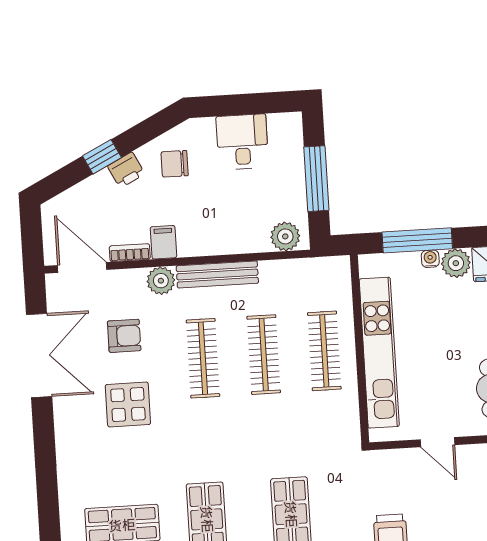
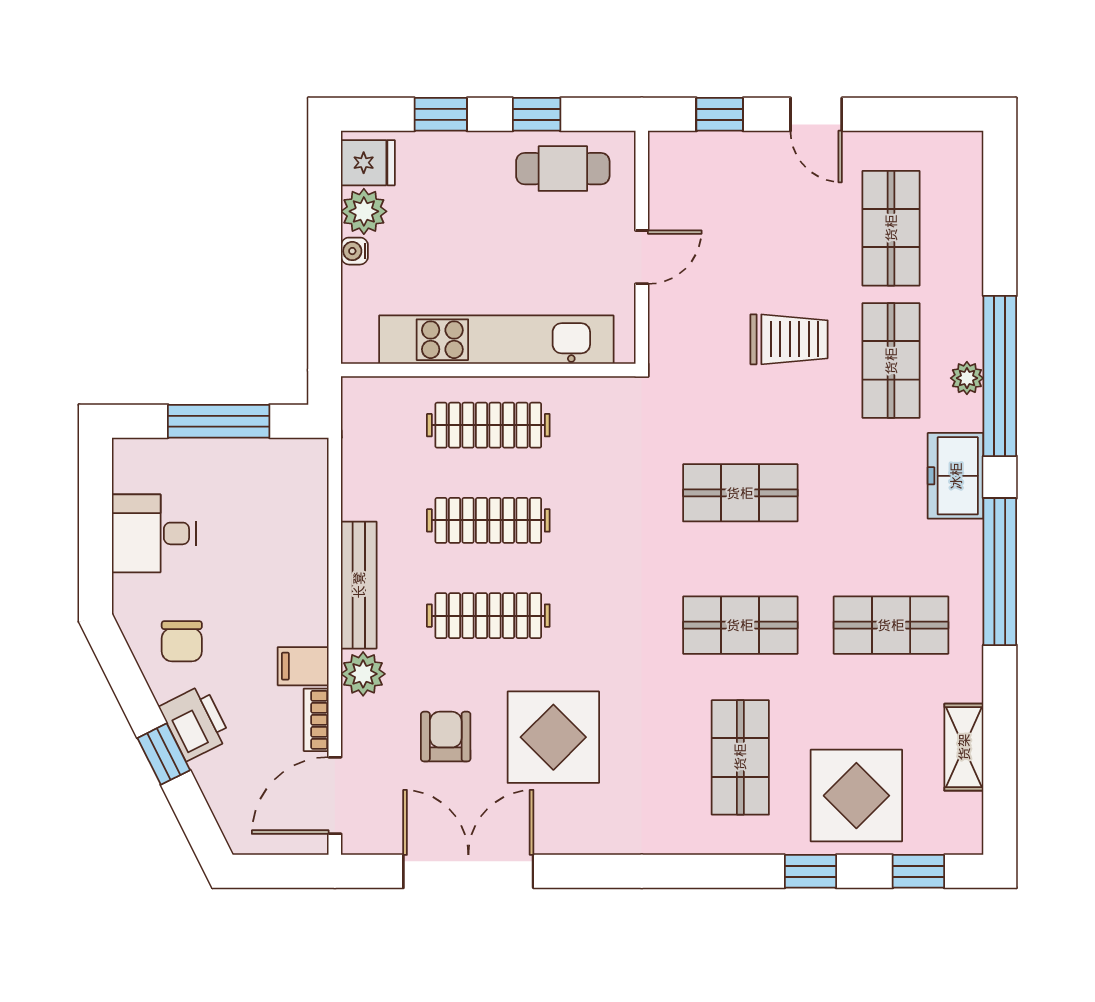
printer: (126, 170) -> (195, 723), width x1.36, depth x1.24
plant: (285, 236) -> (306, 475), removed
window: (417, 240) -> (325, 270), removed
display table: (128, 404) -> (553, 737), width x1.36, depth x1.36

